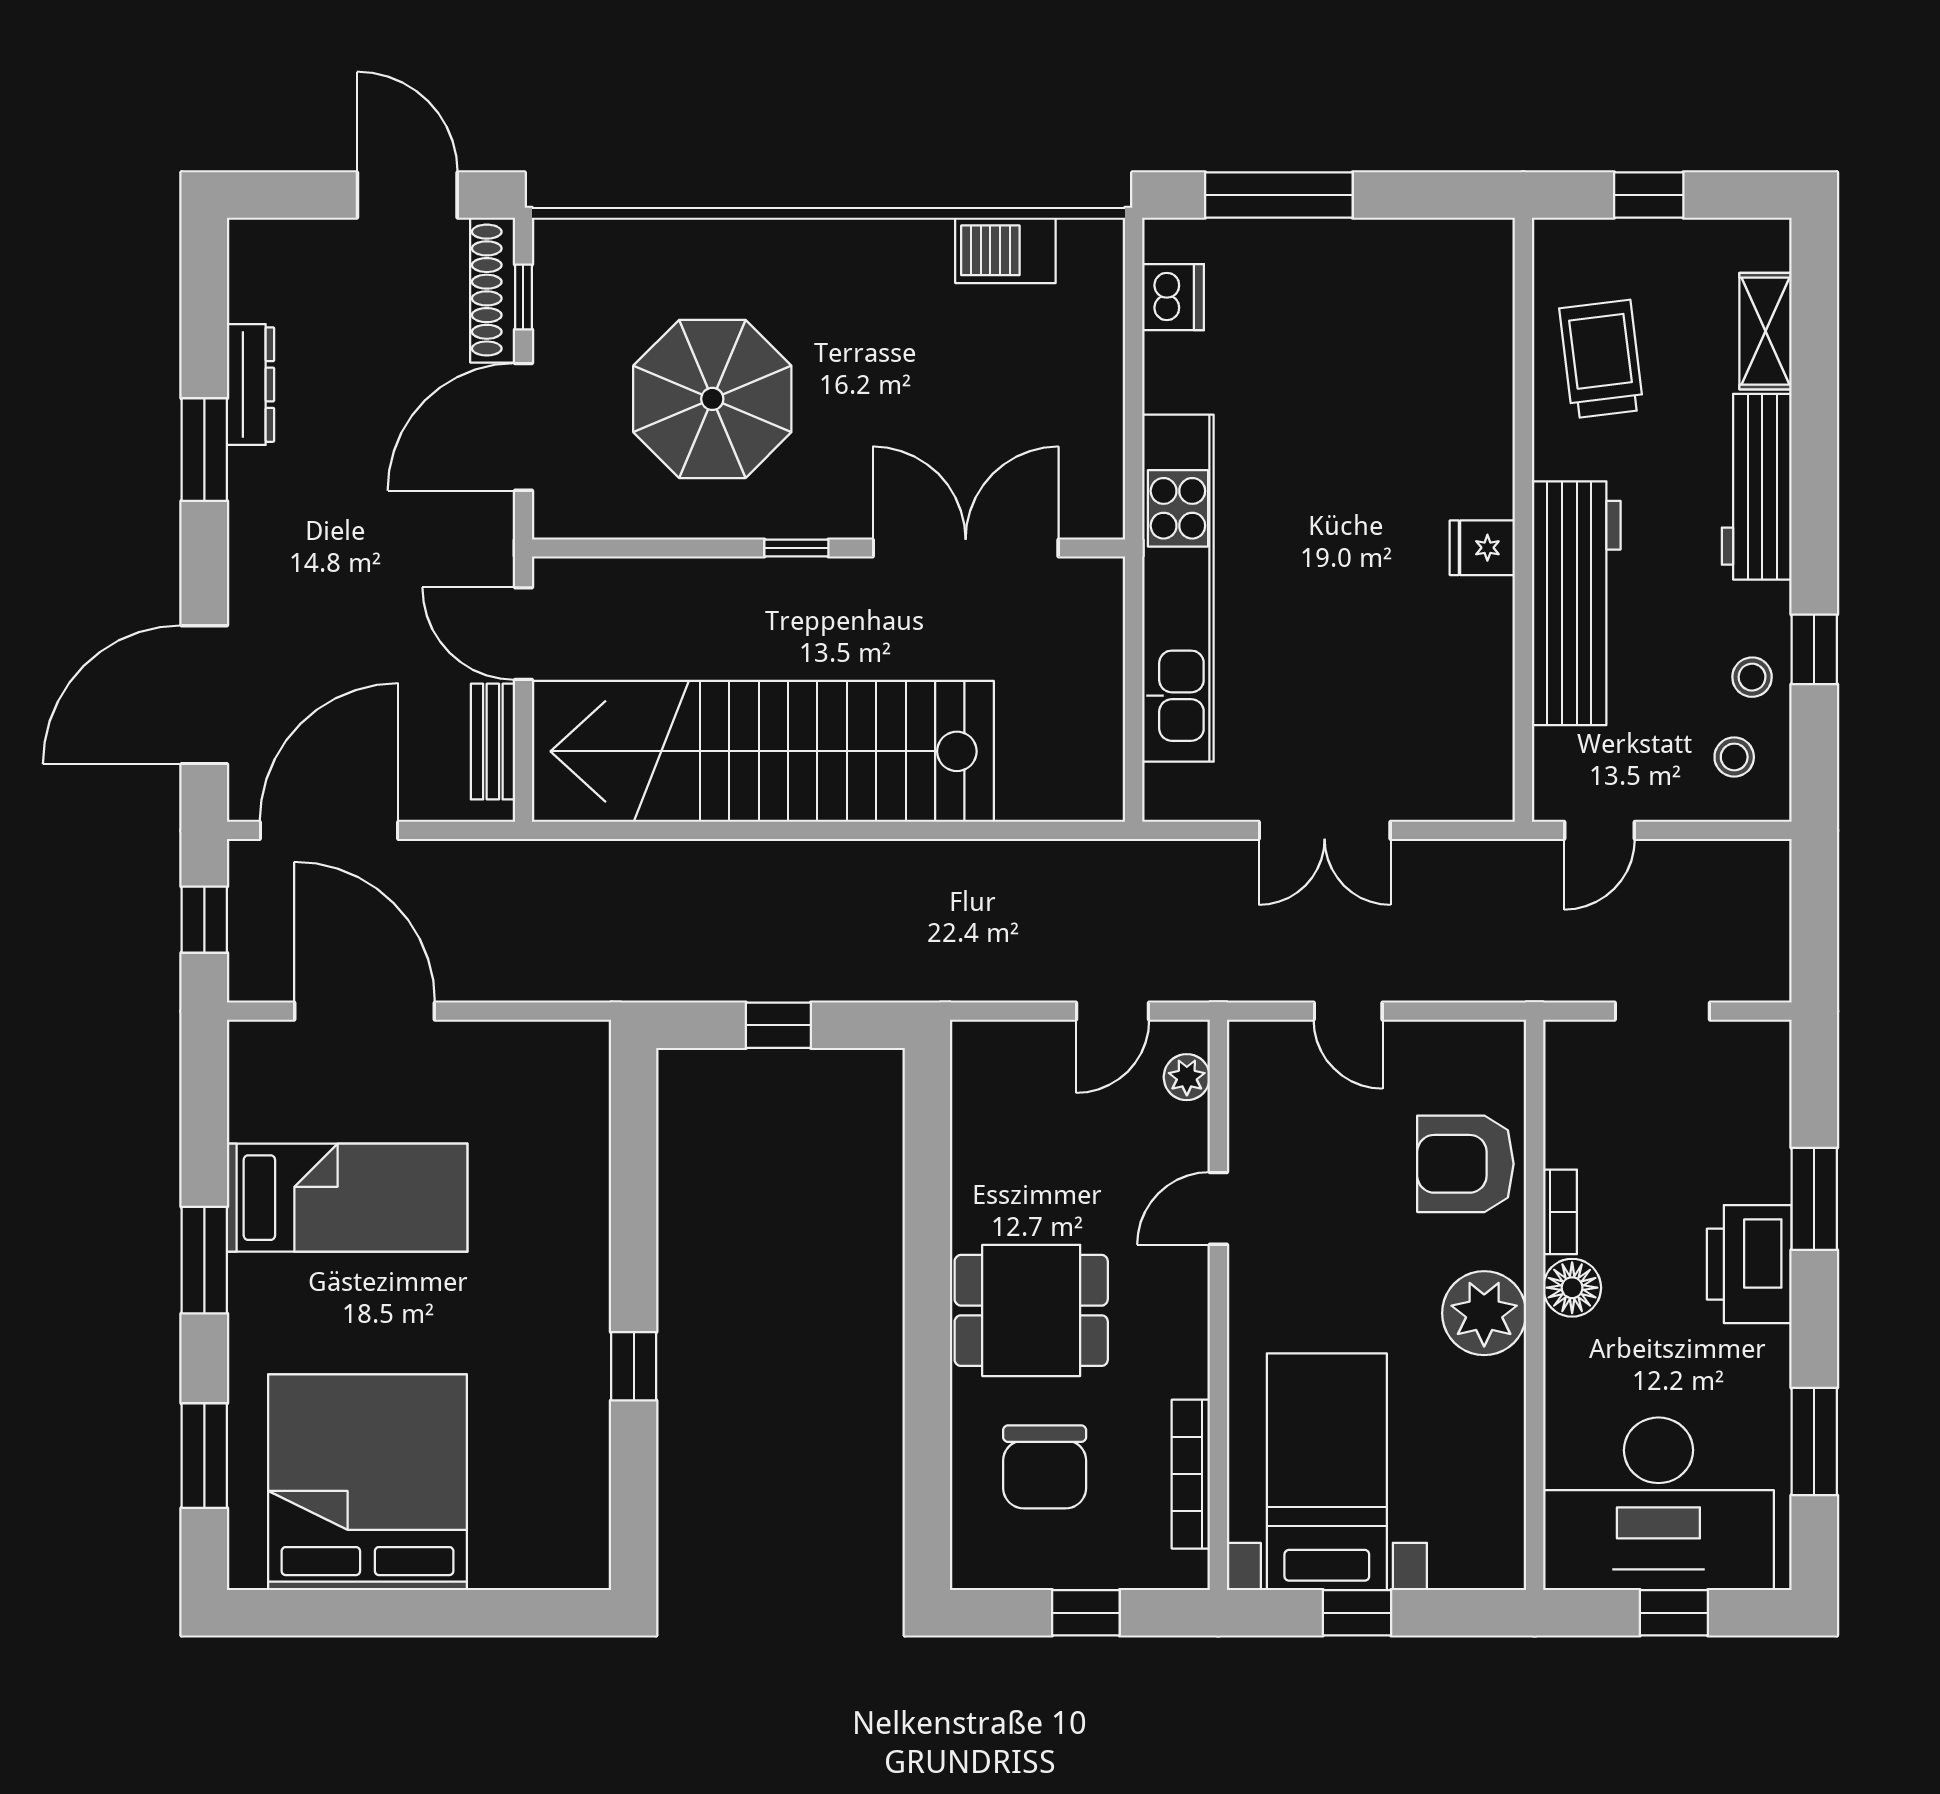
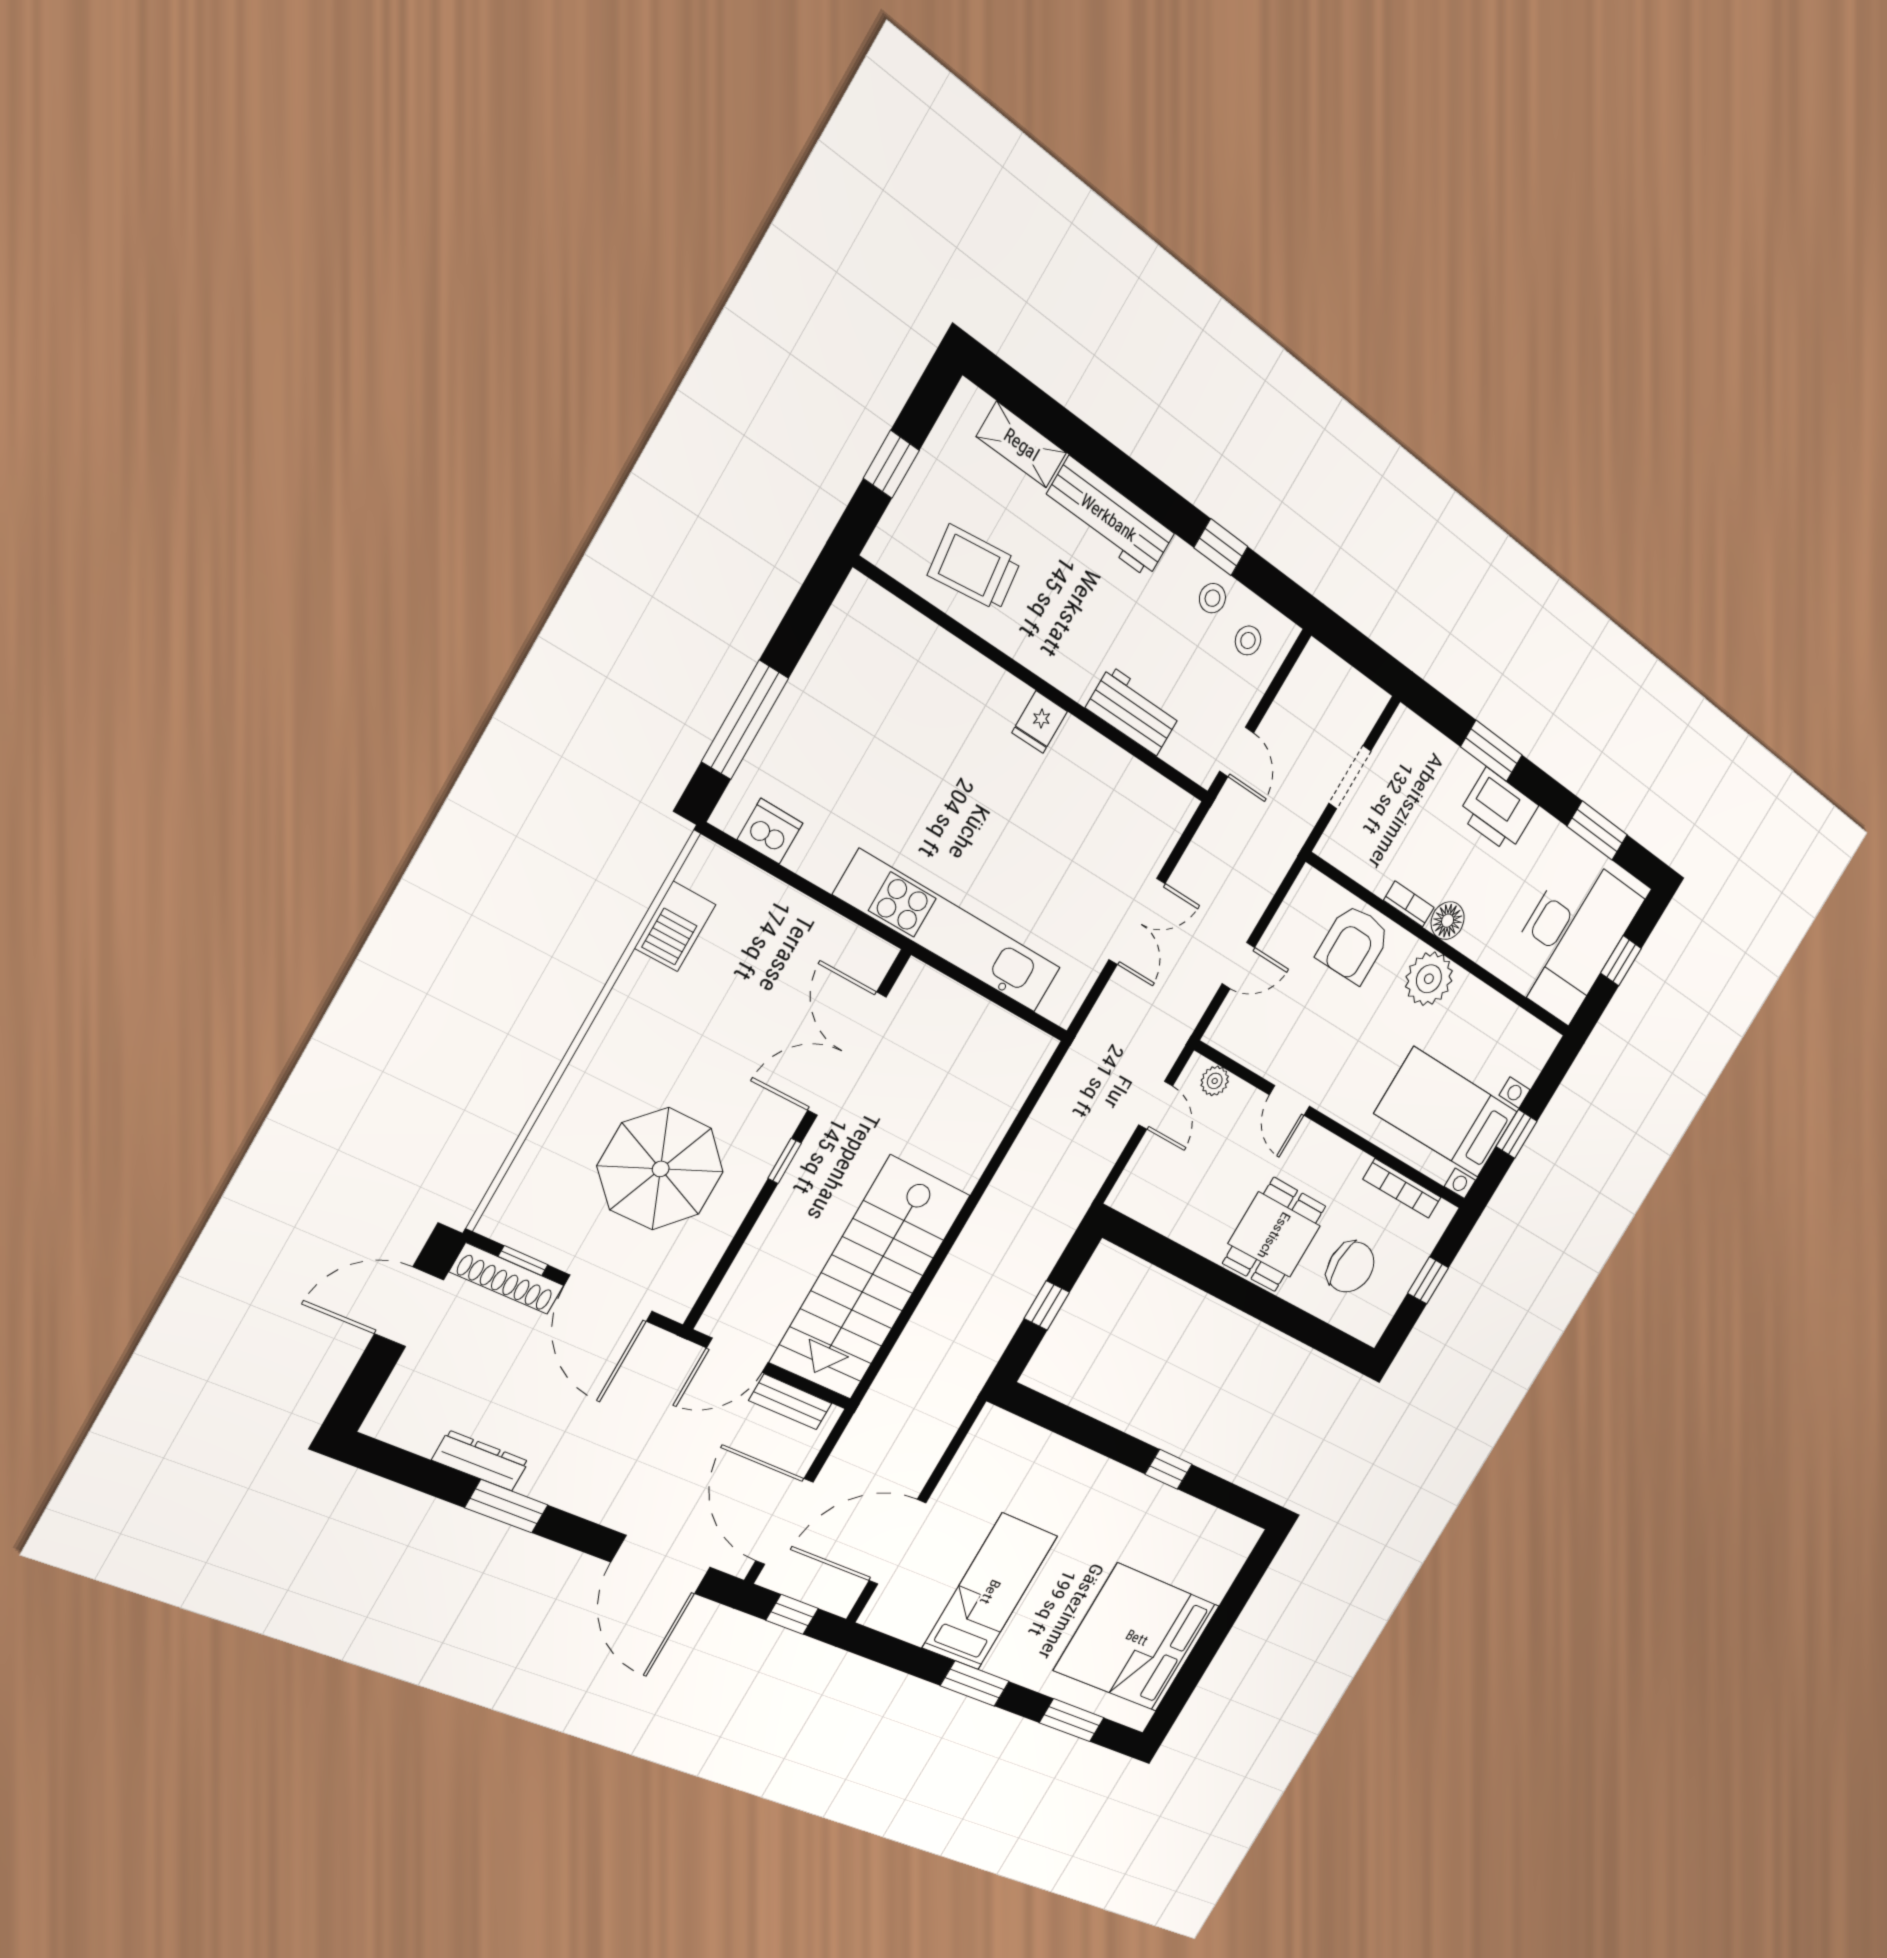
workbench: (1576, 603) -> (1134, 711), width x0.53, depth x0.76
stairs: (763, 751) -> (870, 1278), width x0.73

